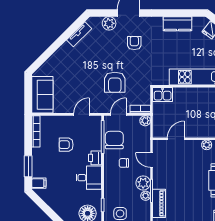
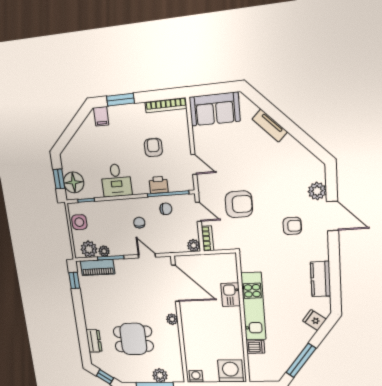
tv unit: (79, 34) -> (270, 126), moved
armchair: (115, 82) -> (239, 204), turned 180
kitchen sink: (163, 95) -> (231, 295), moved
door: (176, 139) -> (175, 283), width x1.88
chair: (114, 140) -> (166, 209), width x0.54, depth x0.54
printer: (95, 158) -> (158, 185), moved
door: (151, 160) -> (147, 256), hinge flipped
plant: (143, 183) -> (89, 249), moved

